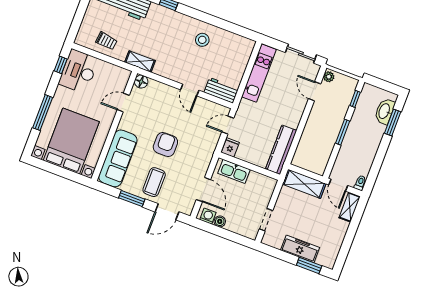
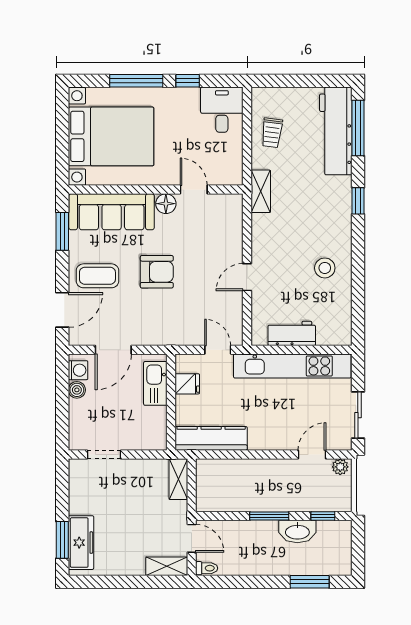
window: (61, 65) -> (188, 81), moved
desk: (79, 71) -> (222, 110), width x0.73
kitchen unit: (259, 73) -> (292, 366), width x1.36
floor lamp: (141, 82) -> (166, 204), moved
workbench: (221, 90) -> (292, 333), moved, turned -90
washbasin: (385, 111) -> (297, 532), moved, turned 180
fridge: (230, 147) -> (187, 384), moved
shelving: (304, 184) -> (178, 479), width x0.67, depth x0.75
door: (338, 185) -> (192, 538), swing flipped
window: (132, 199) -> (62, 231), moved
door: (167, 212) -> (62, 310), swing flipped
freezer: (300, 249) -> (81, 543), moved

